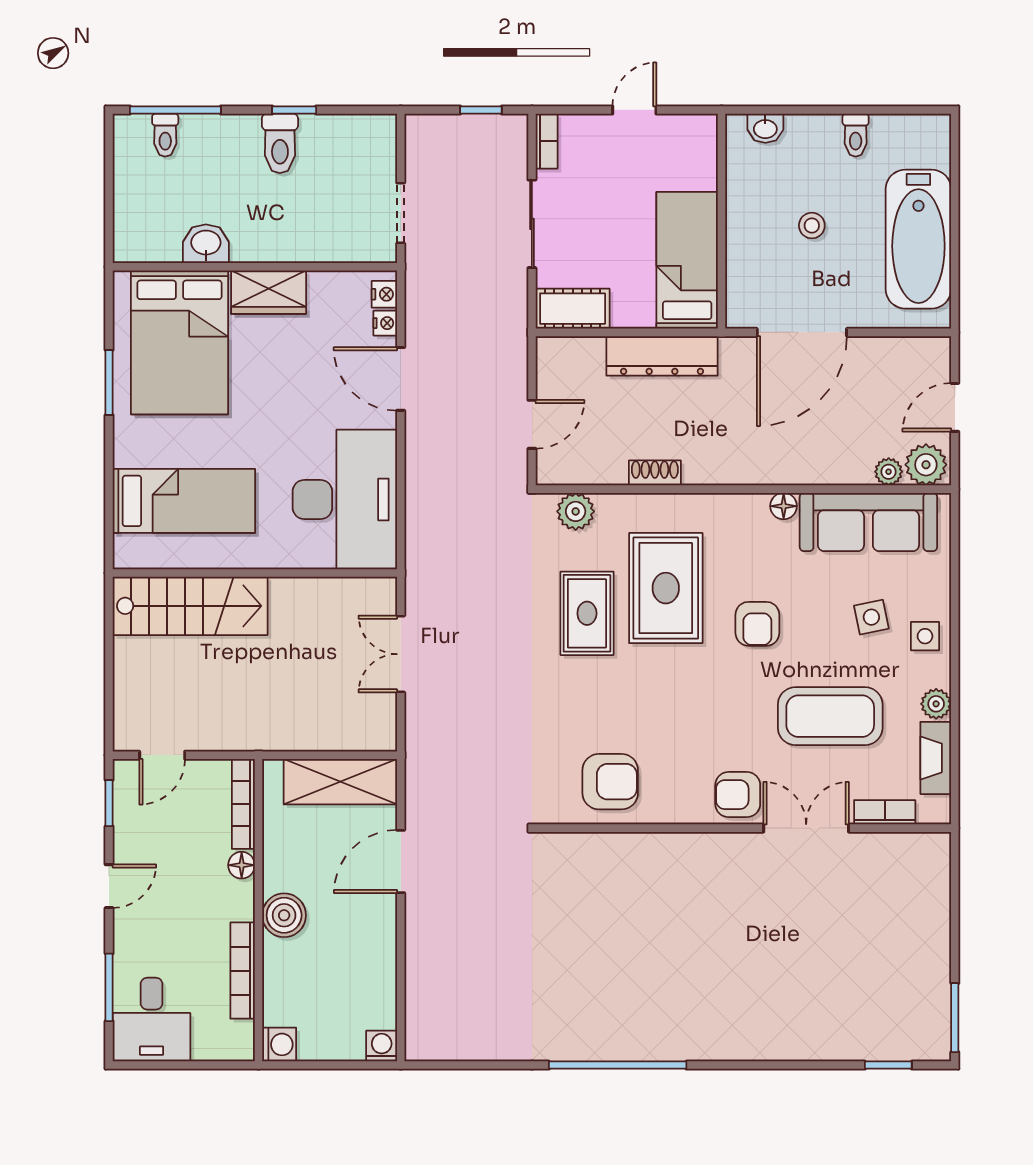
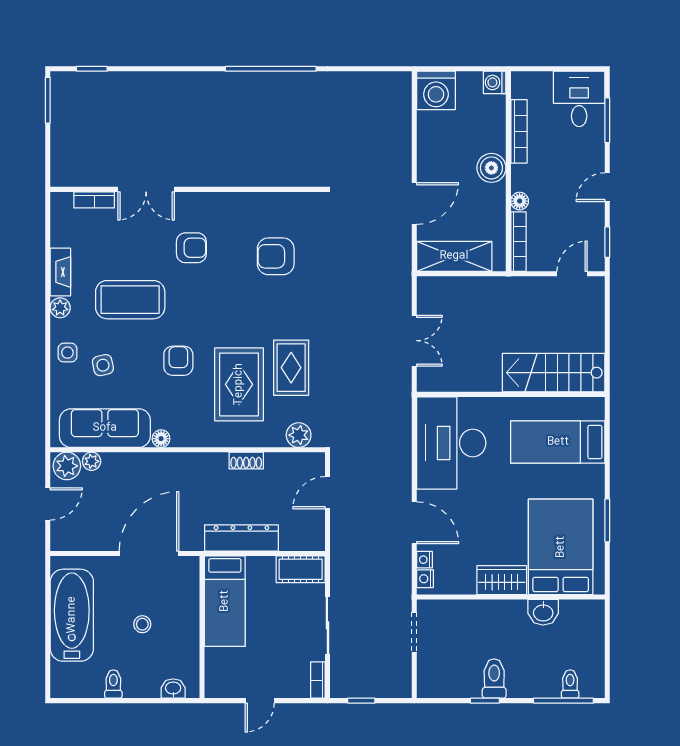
bookcase: (885, 812) -> (94, 200), moved
wall: (743, 828) -> (188, 189), moved
double door: (806, 828) -> (146, 189), moved
washing machine: (382, 1046) -> (436, 90), width x1.89, depth x1.89

